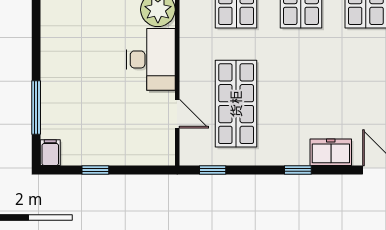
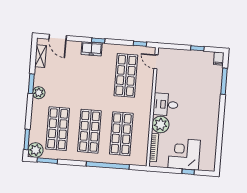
desk: (151, 59) -> (166, 104), width x0.73
door: (177, 114) -> (156, 62), moved
freezer: (331, 152) -> (92, 49), moved

